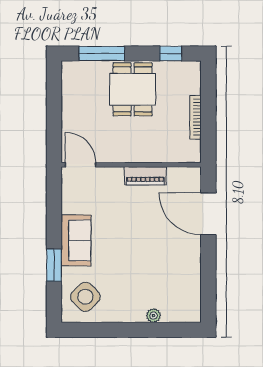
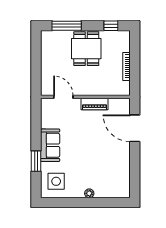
door: (81, 165) -> (63, 97), moved
side table: (85, 297) -> (56, 181), turned 45
plant: (154, 316) -> (89, 193), moved

